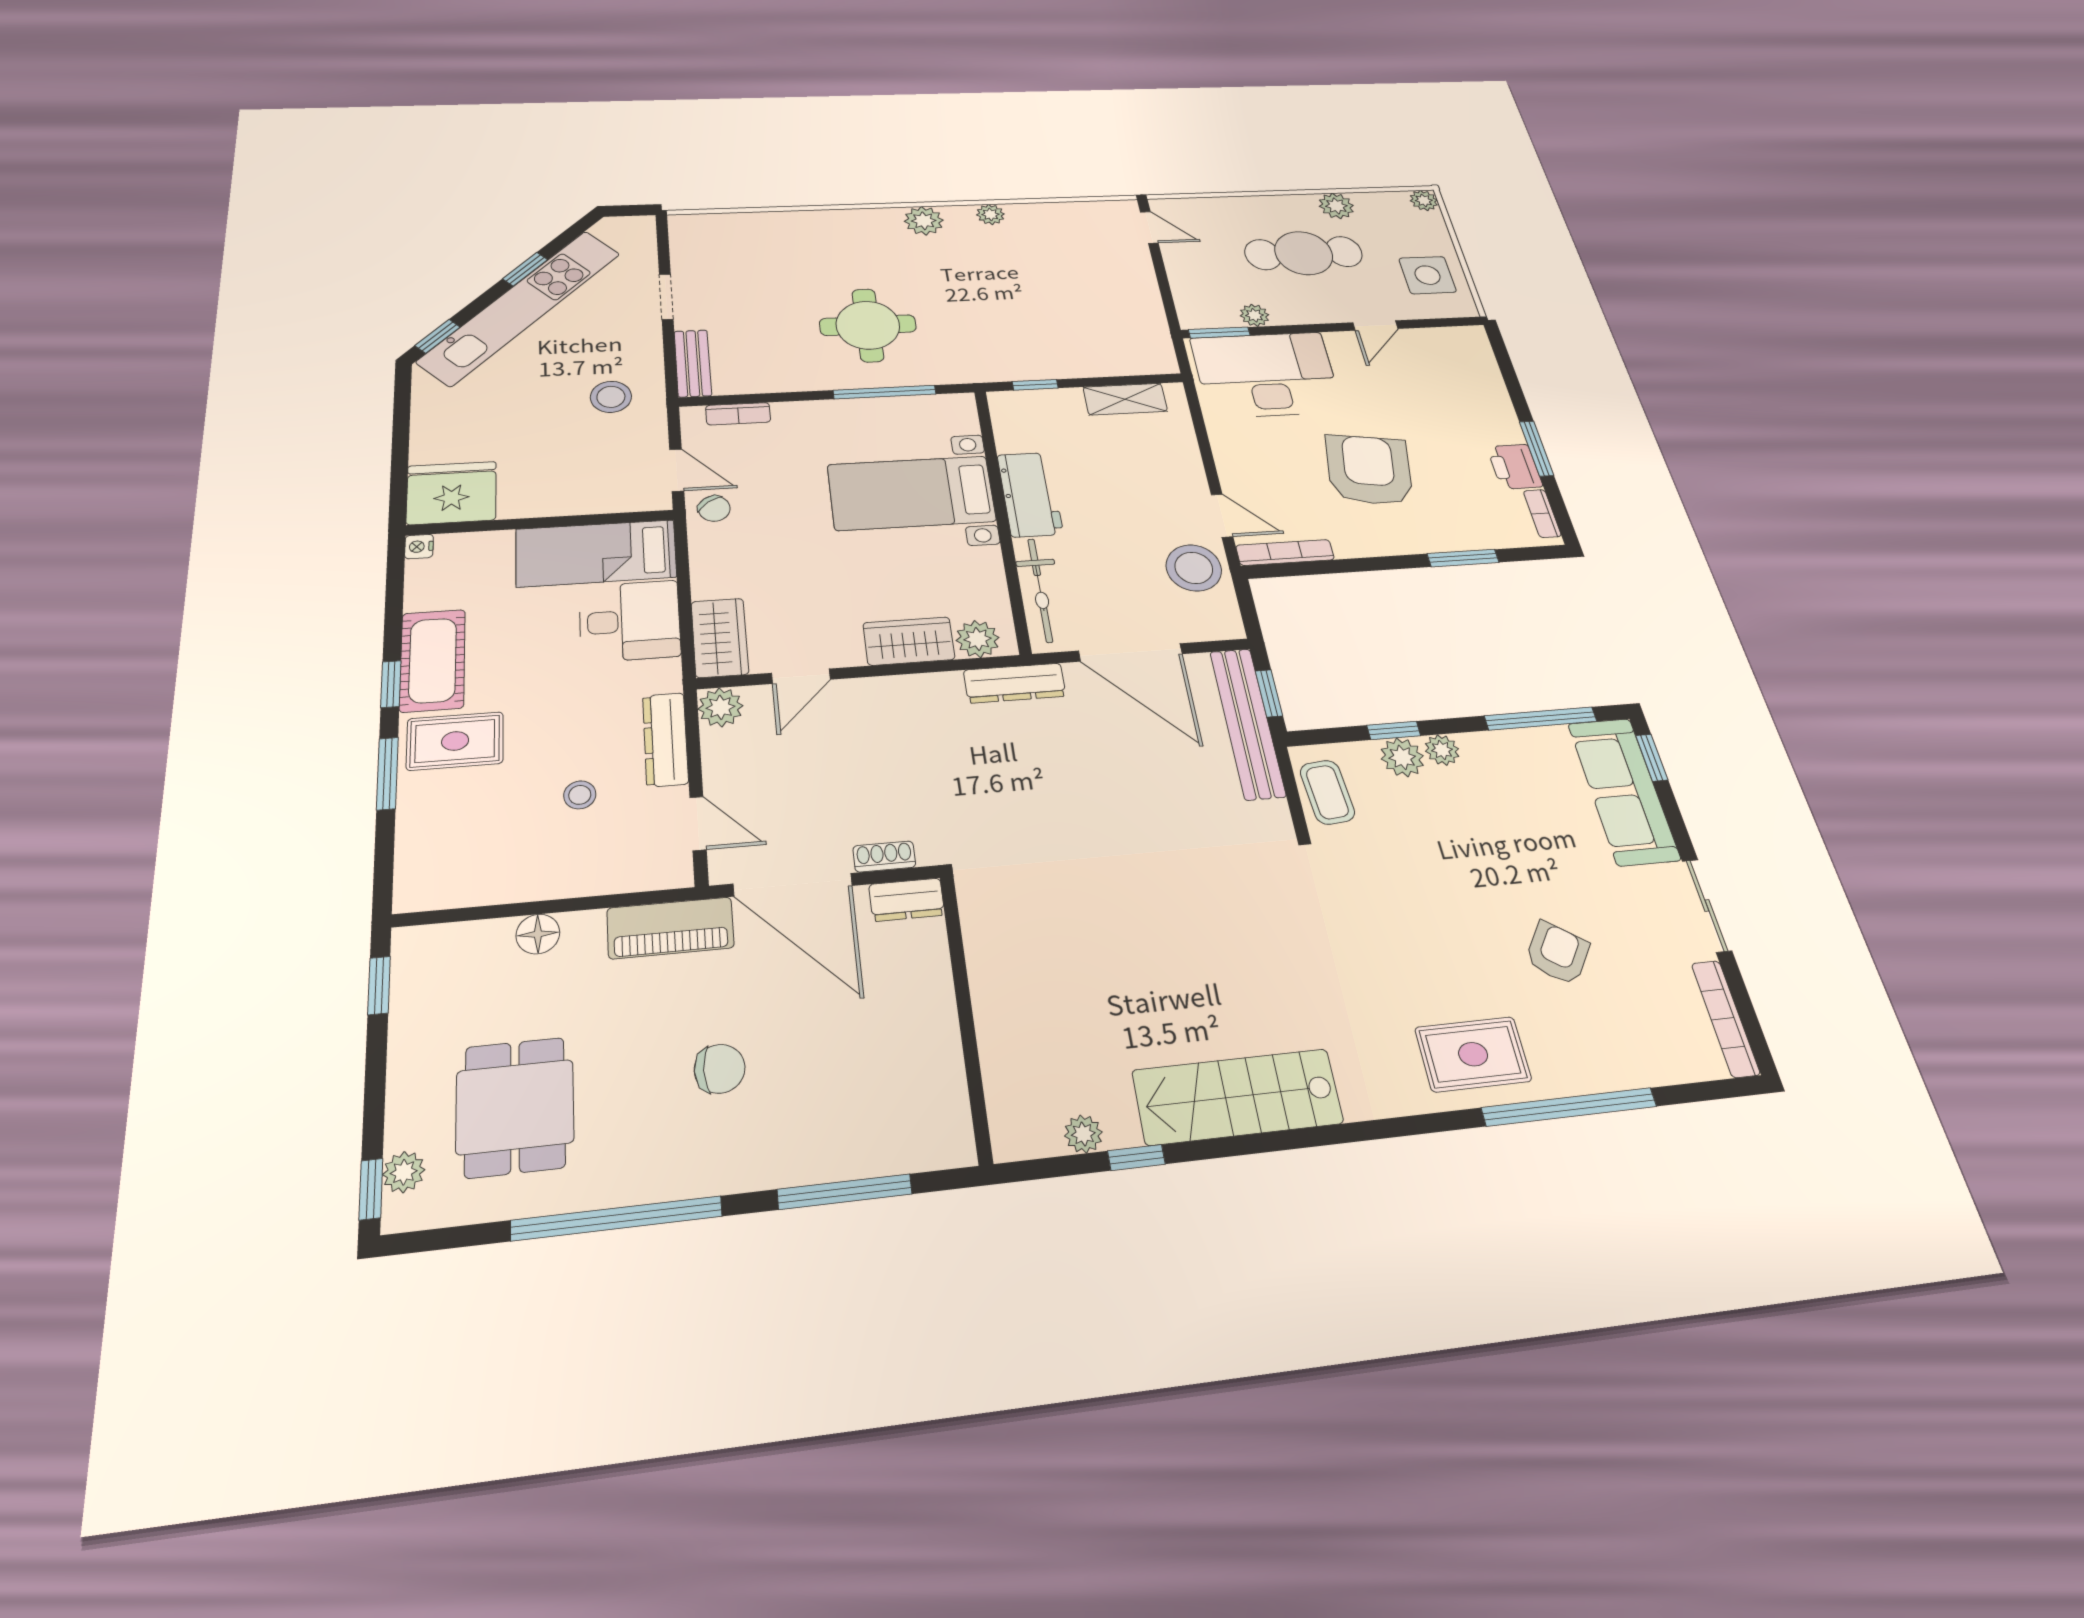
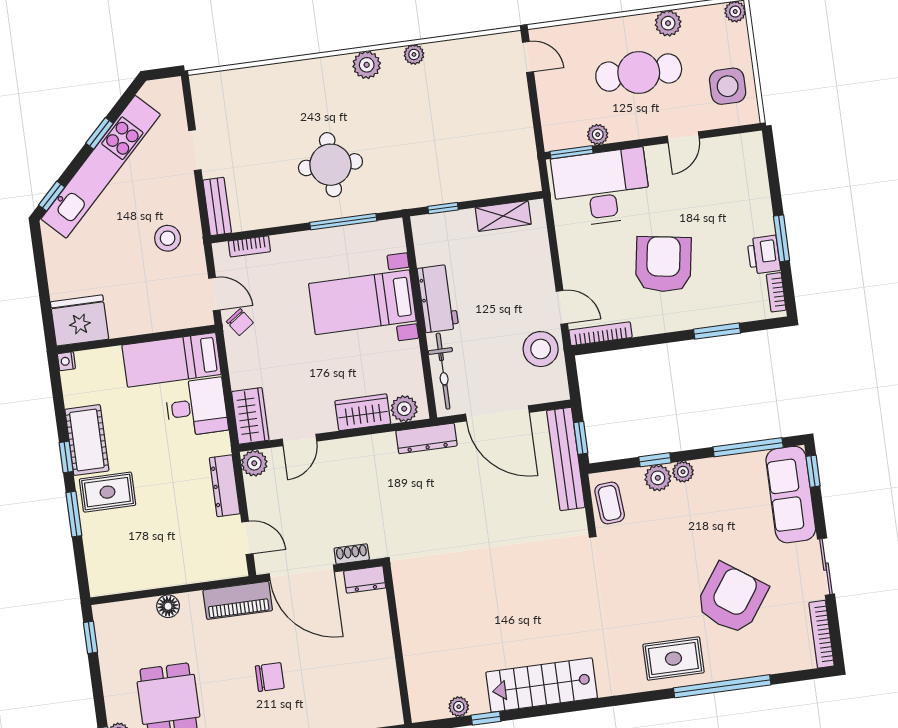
stool: (580, 795) -> (181, 523), removed
armchair: (1557, 953) -> (731, 599), width x1.88, depth x1.88

